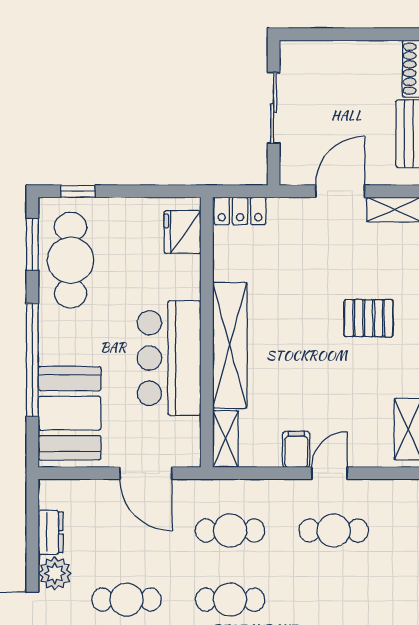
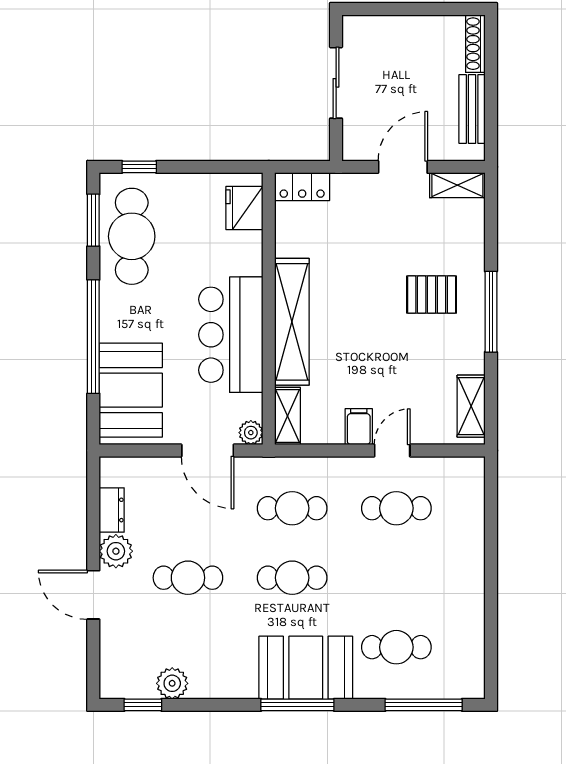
plant: (189, 455) -> (251, 433), added

